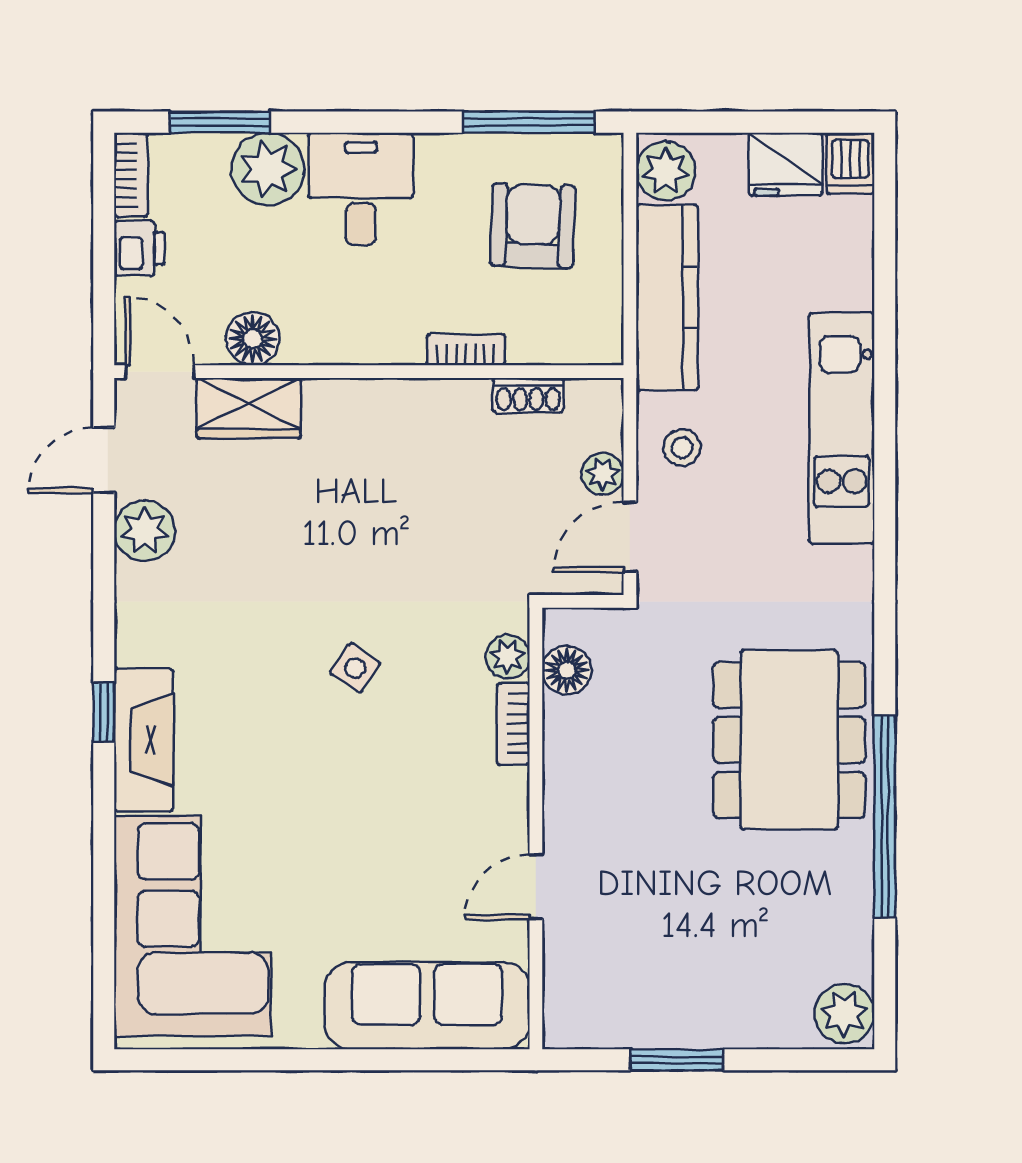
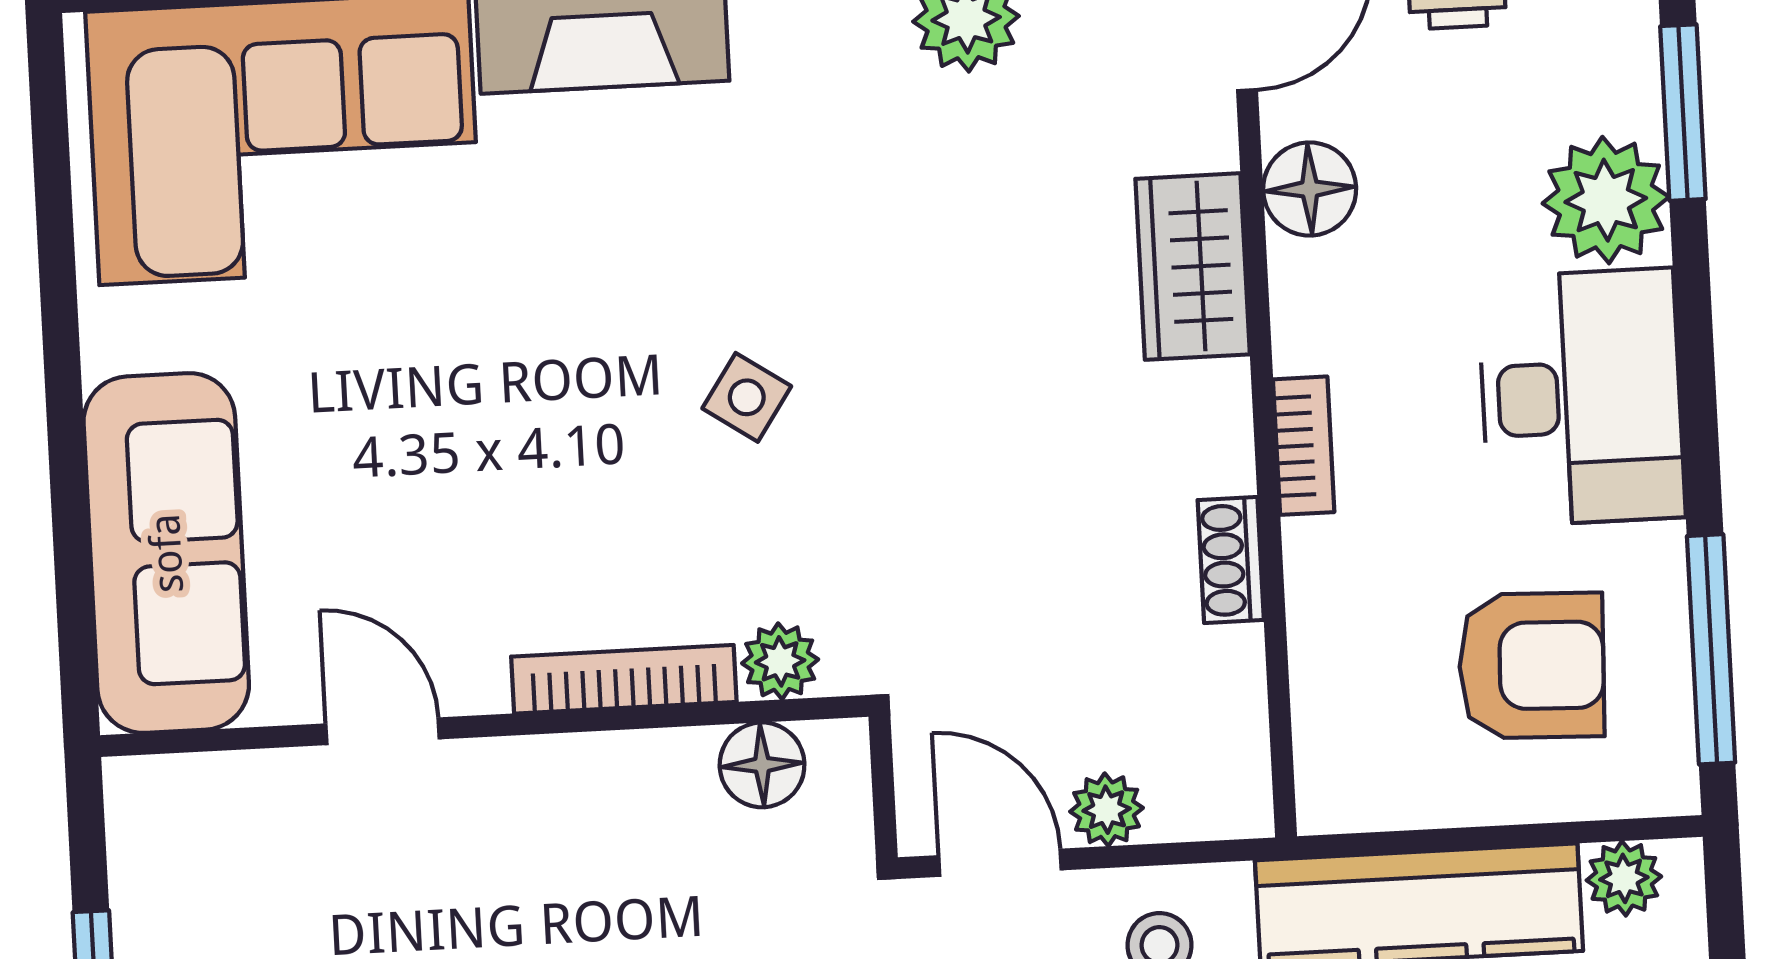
plant: (666, 171) -> (1624, 878), width x0.73, depth x0.73
desk: (361, 189) -> (1581, 397), width x1.37
bookcase: (466, 350) -> (1304, 446), moved
shoe rack: (528, 395) -> (1231, 560), moved
wardrobe: (249, 408) -> (1193, 267), moved
bookcase: (513, 724) -> (624, 679), width x1.56

